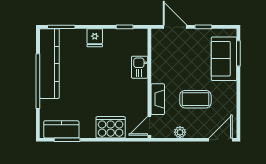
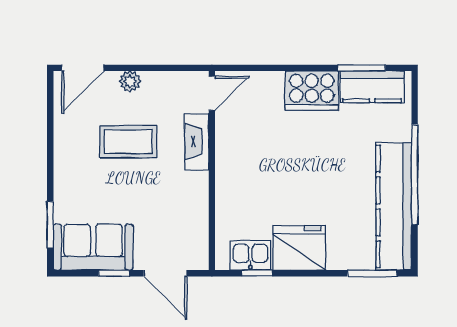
fridge: (95, 38) -> (299, 248), width x1.88, depth x1.34
sofa: (224, 59) -> (93, 247), moved, turned -90
kitchen sink: (140, 67) -> (250, 255), moved, turned -90
cooker: (111, 127) -> (312, 91), moved
plant: (180, 132) -> (130, 82), moved

